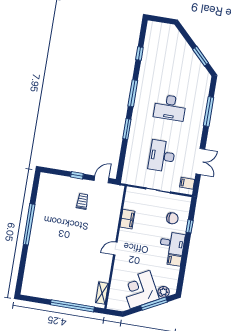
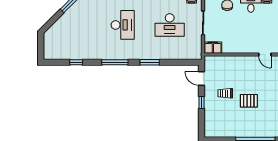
filing cabinet: (127, 219) -> (213, 48), moved
pallet: (71, 224) -> (249, 101), added

